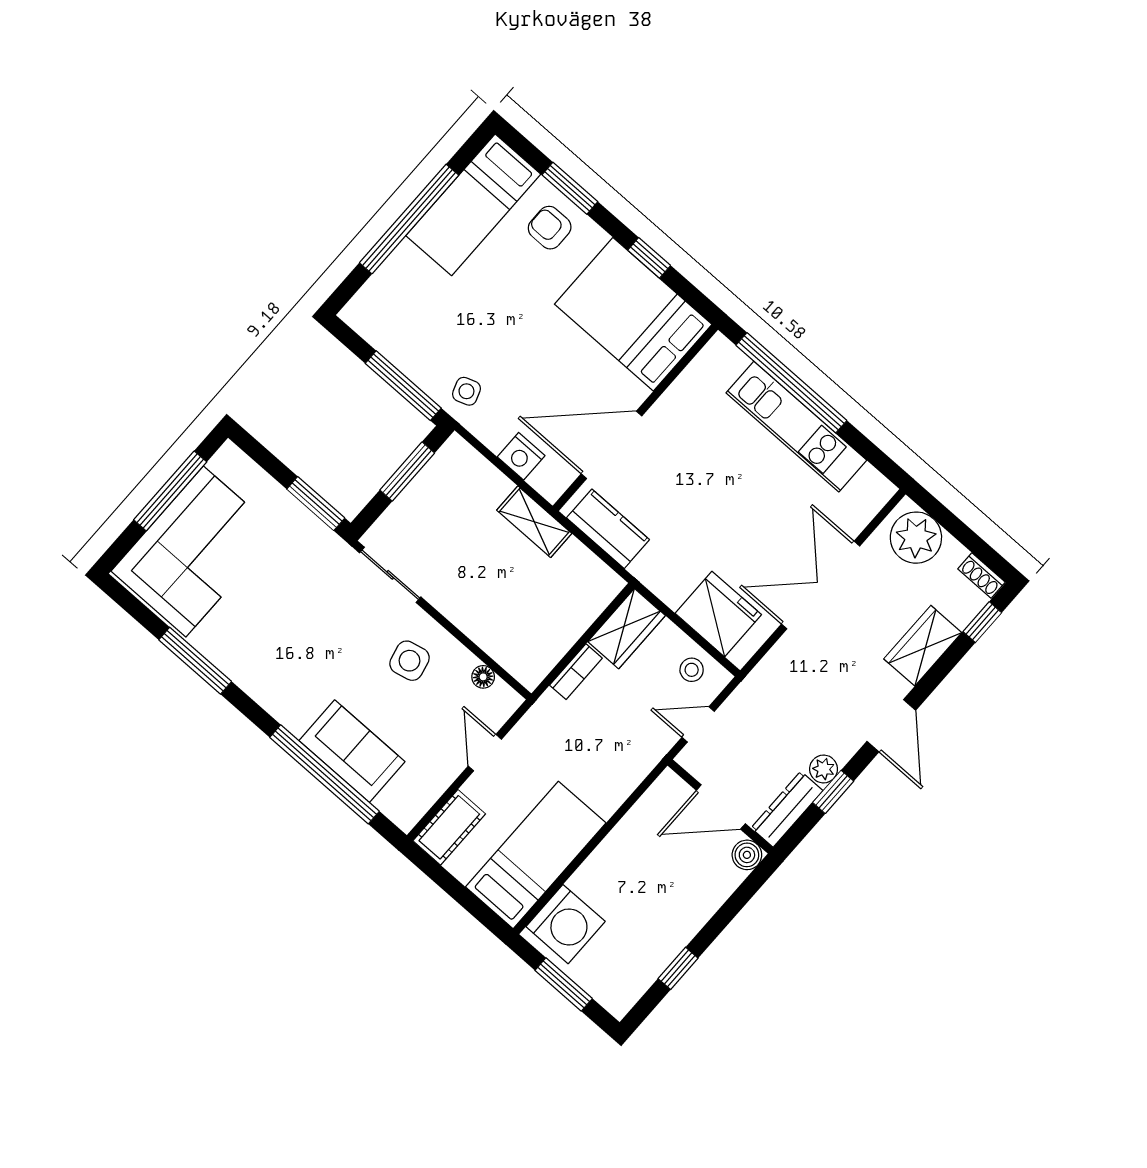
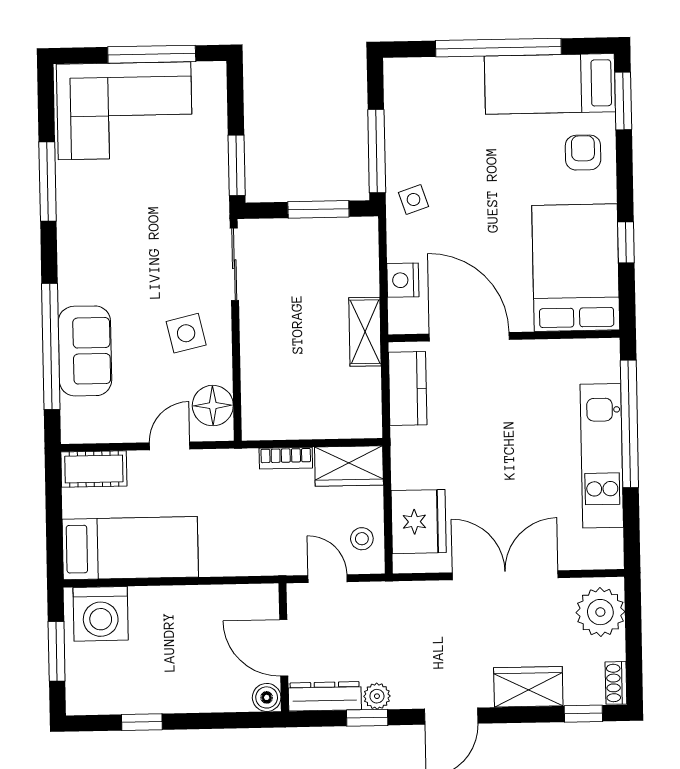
window: (570, 188) -> (623, 101), moved
floor lamp: (483, 677) -> (213, 406), width x1.89, depth x1.89

